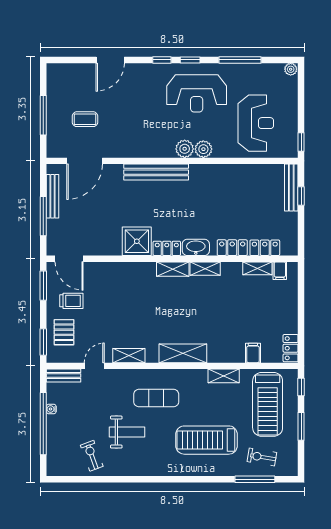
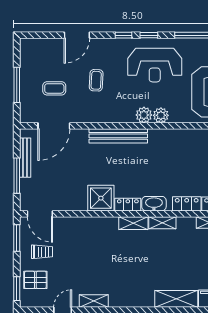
coffee table: (132, 110) -> (96, 80), added
pallet: (64, 332) -> (35, 280), turned 90
shelving: (183, 353) -> (176, 299), moved

